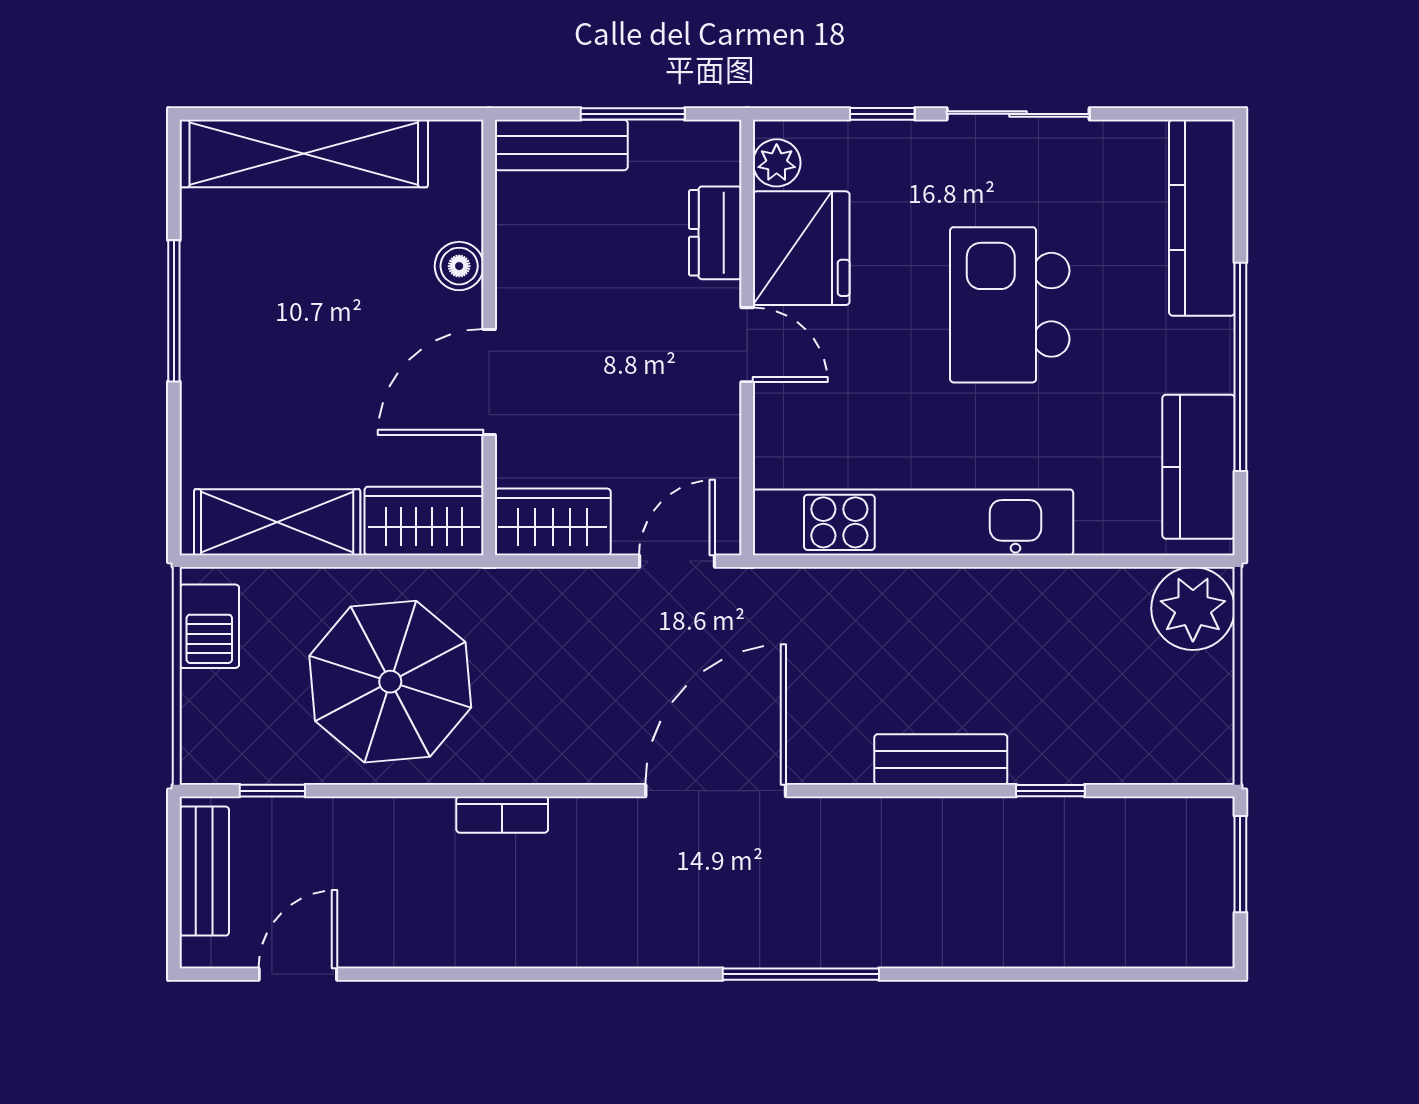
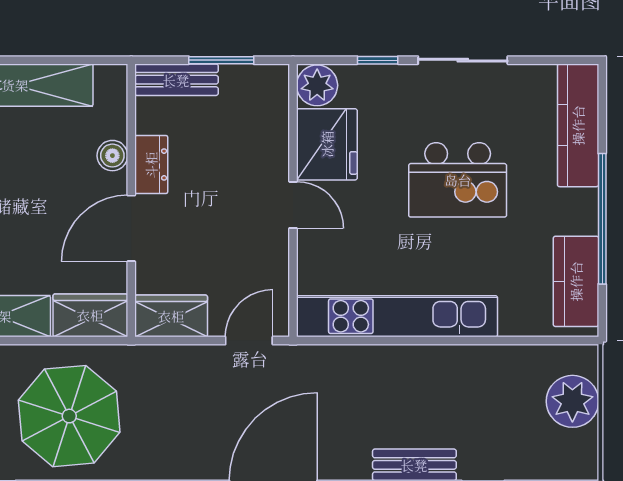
plant: (777, 163) -> (317, 85), width x1.38, depth x1.38
dresser: (715, 233) -> (151, 165), moved, turned 180
kitchen island: (1010, 305) -> (458, 180), turned -90
plant: (1193, 609) -> (572, 401), moved

